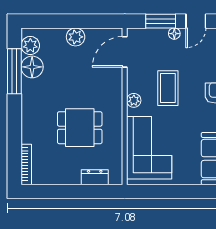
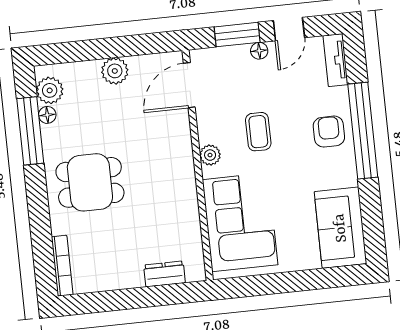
floor lamp: (32, 67) -> (47, 115), width x0.53, depth x0.53
coffee table: (168, 88) -> (258, 132), width x0.73, depth x0.77
dining table: (80, 128) -> (90, 182), moved

